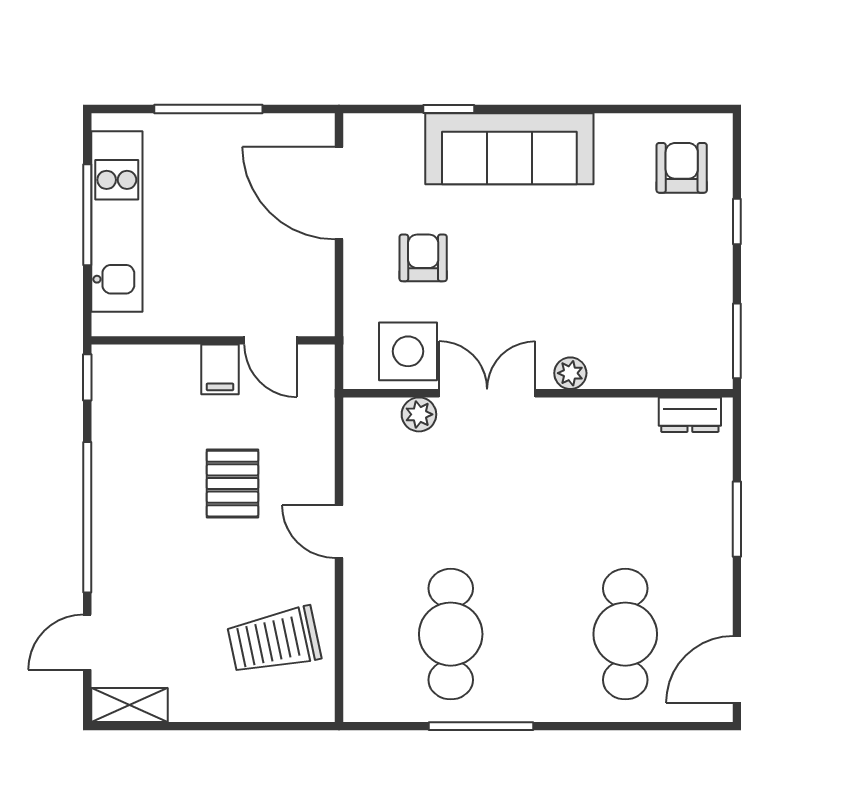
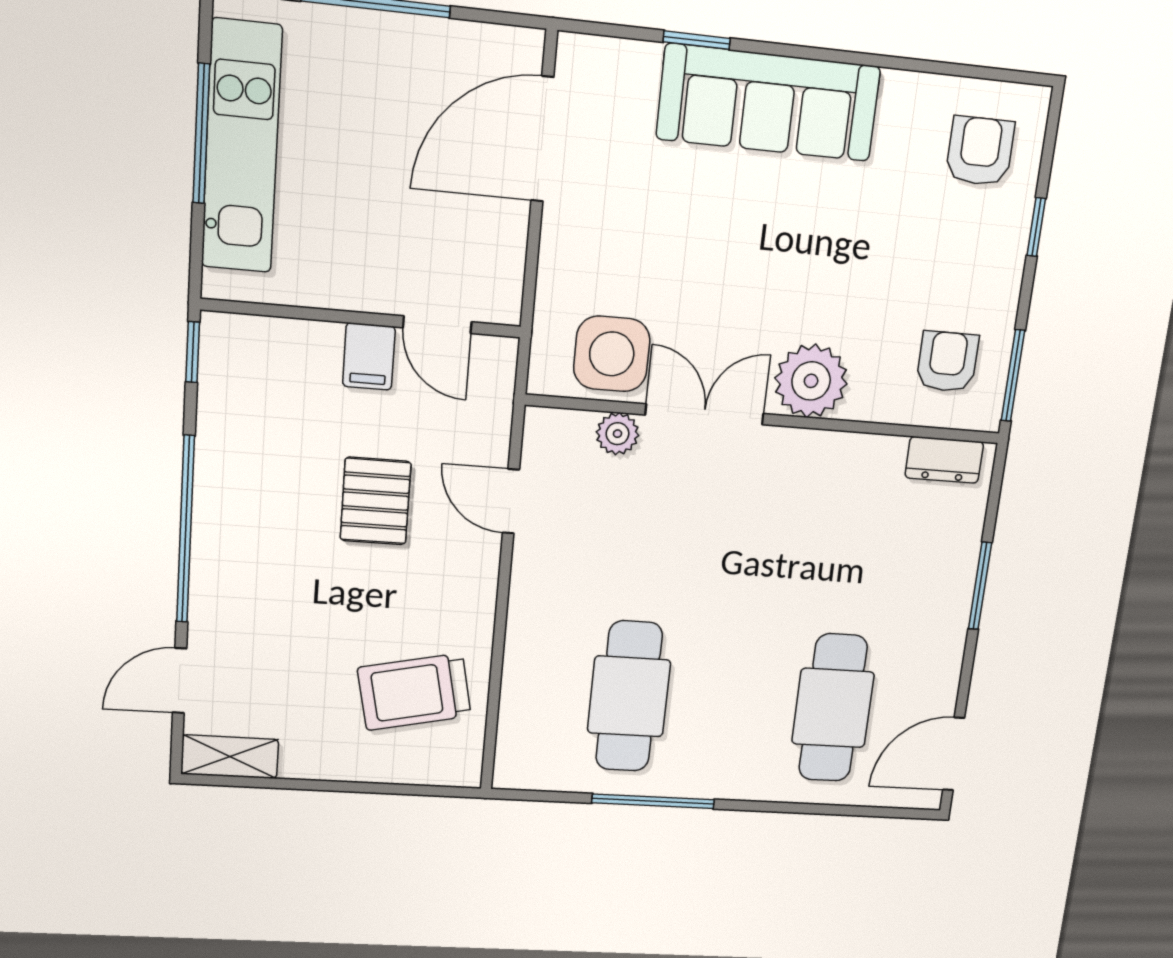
door: (339, 193) -> (542, 139), hinge flipped
armchair: (423, 258) -> (947, 362), moved
plant: (570, 373) -> (811, 381), width x1.87, depth x1.87
door: (339, 532) -> (511, 501), moved

